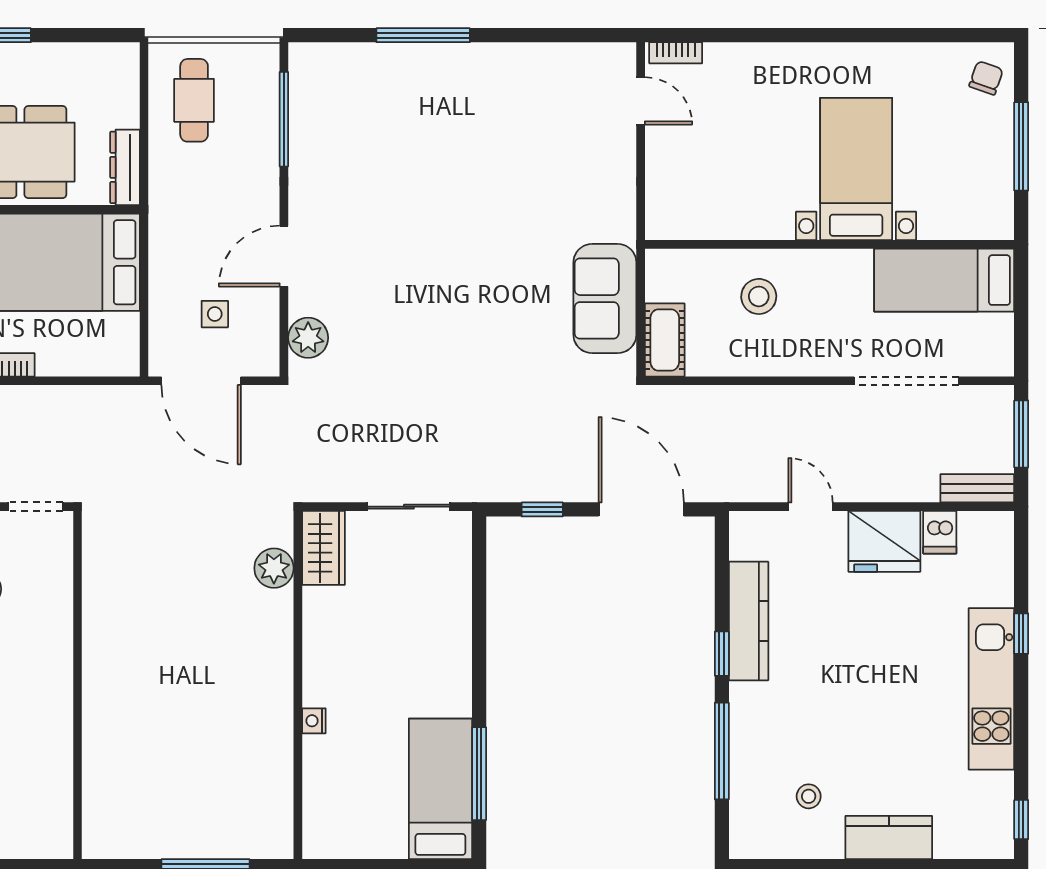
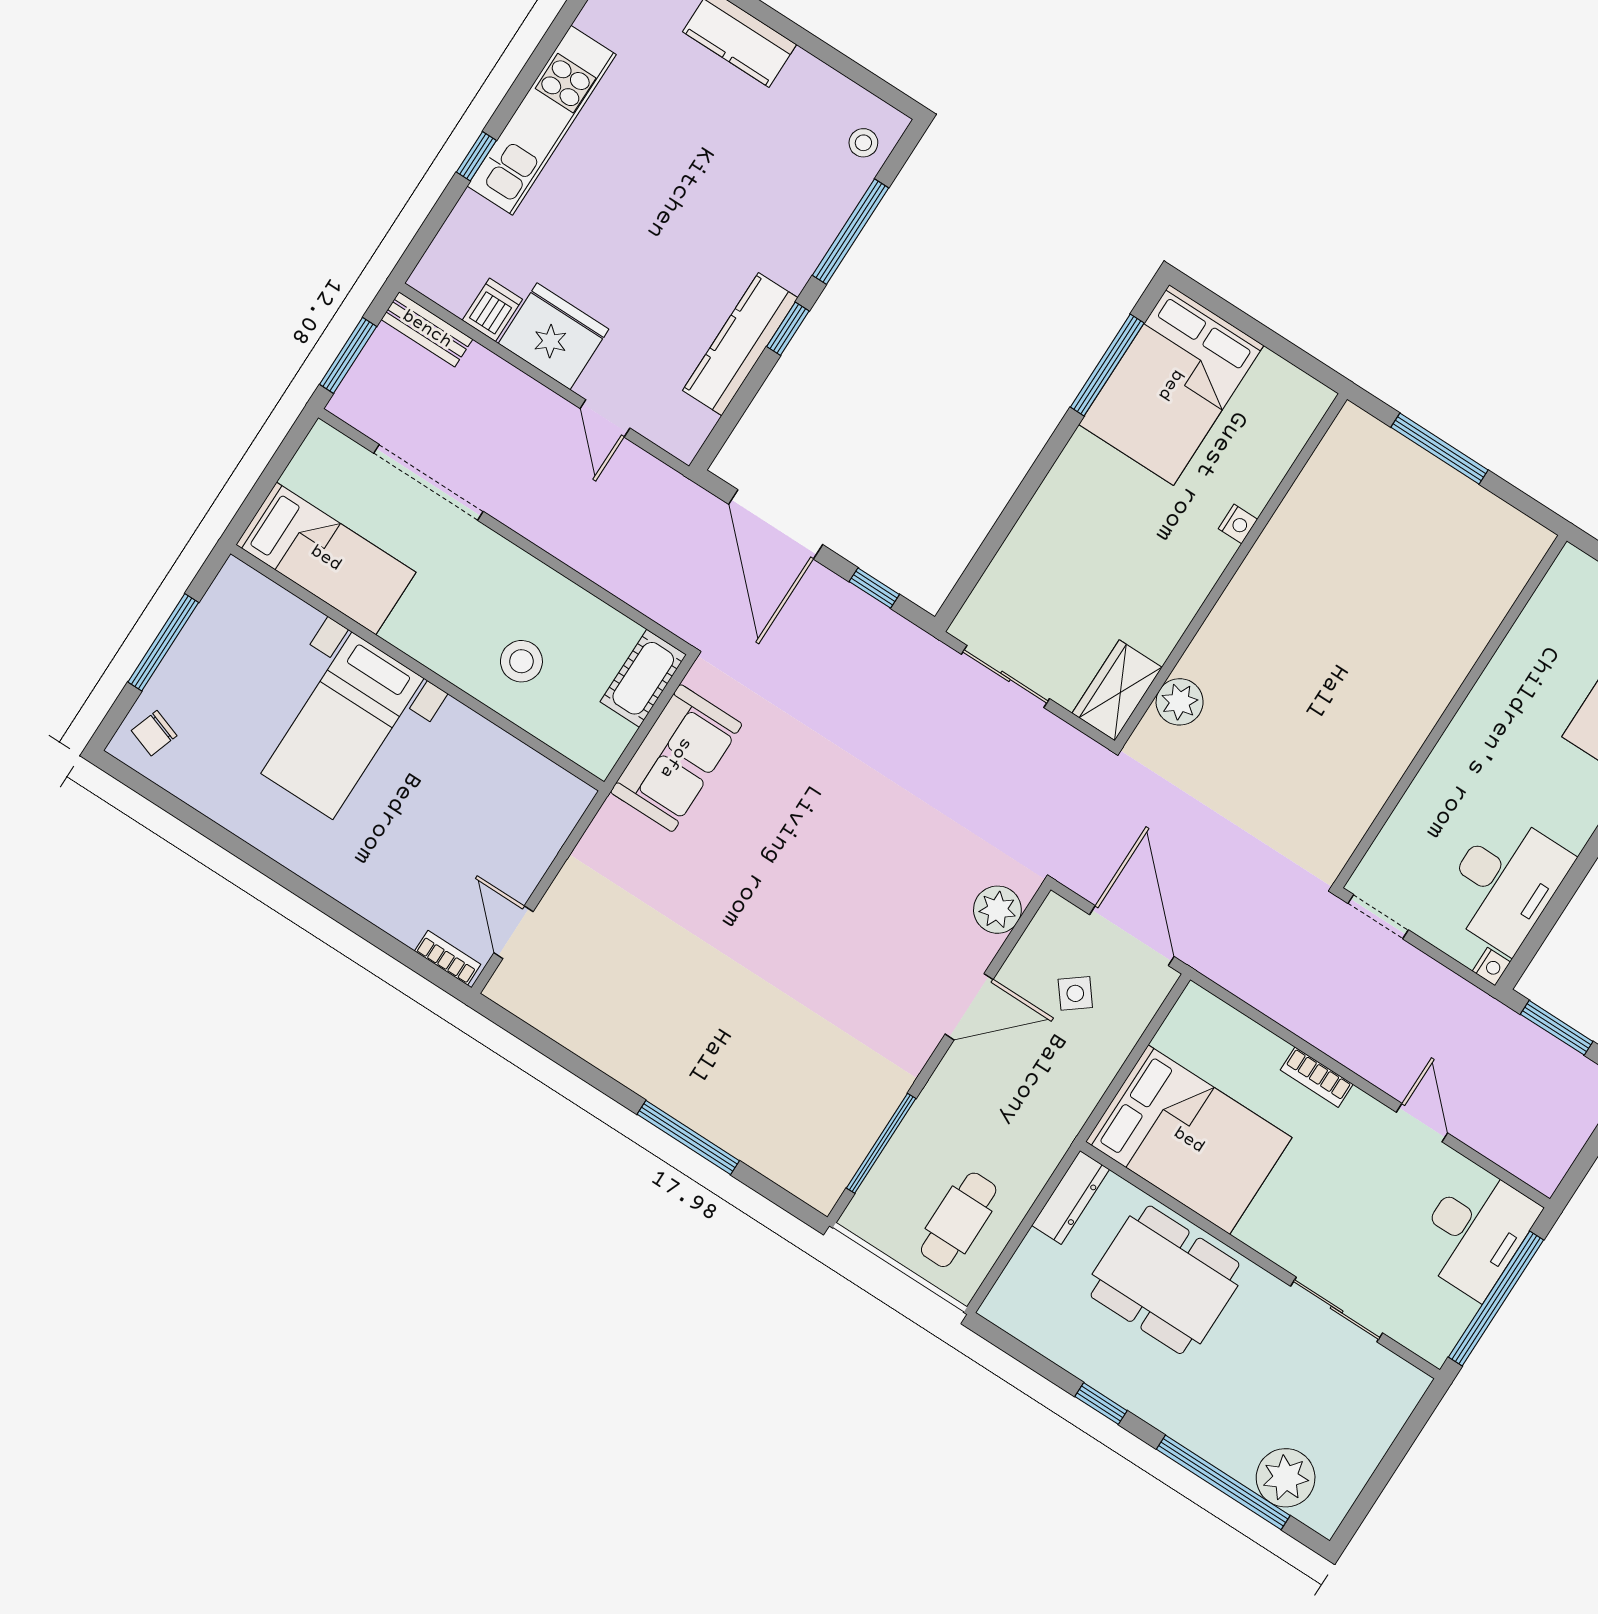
side table: (215, 314) -> (1075, 993), turned -38
bed: (440, 789) -> (1171, 385), width x1.50
stool: (809, 796) -> (863, 143), moved

